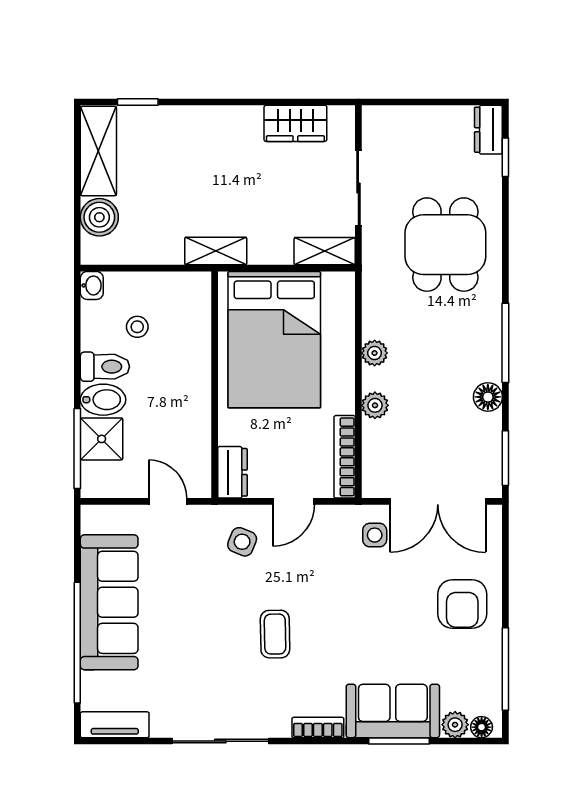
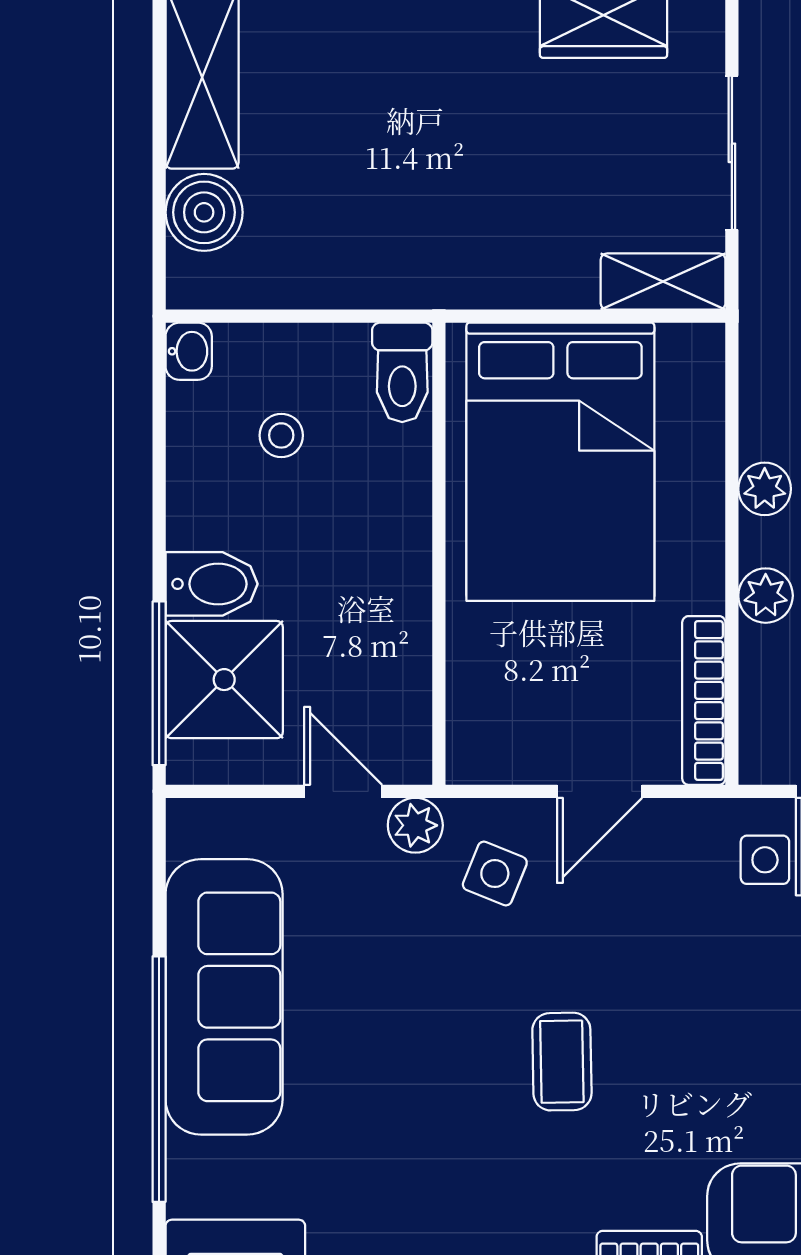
shelving: (216, 251) -> (441, 281), removed
toilet: (105, 367) -> (402, 372), moved, turned 90
shower: (102, 439) -> (224, 680), width x1.36, depth x1.36
dresser: (232, 472) -> (475, 732), removed
plant: (203, 518) -> (415, 825), added

